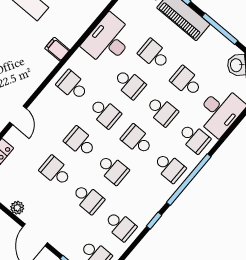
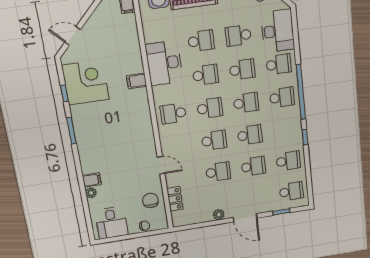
filing cabinet: (57, 49) -> (137, 81), moved
school desk: (154, 54) -> (201, 41), turned 180
school desk: (137, 140) -> (246, 103), turned 180
school desk: (80, 142) -> (214, 140), turned 180
school desk: (56, 171) -> (218, 172), turned 180

